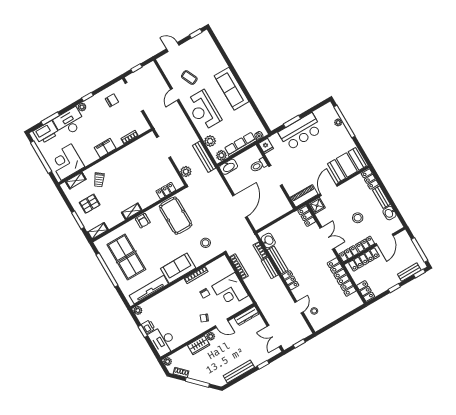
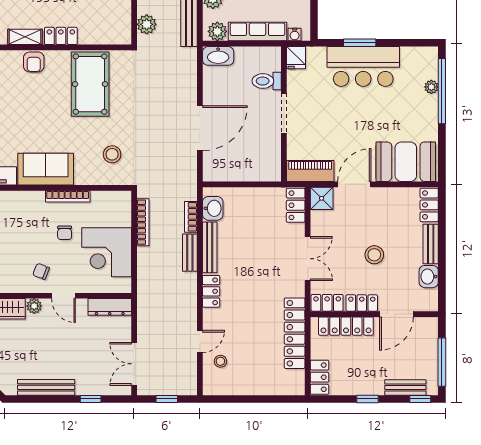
locker: (166, 191) -> (61, 36), moved

